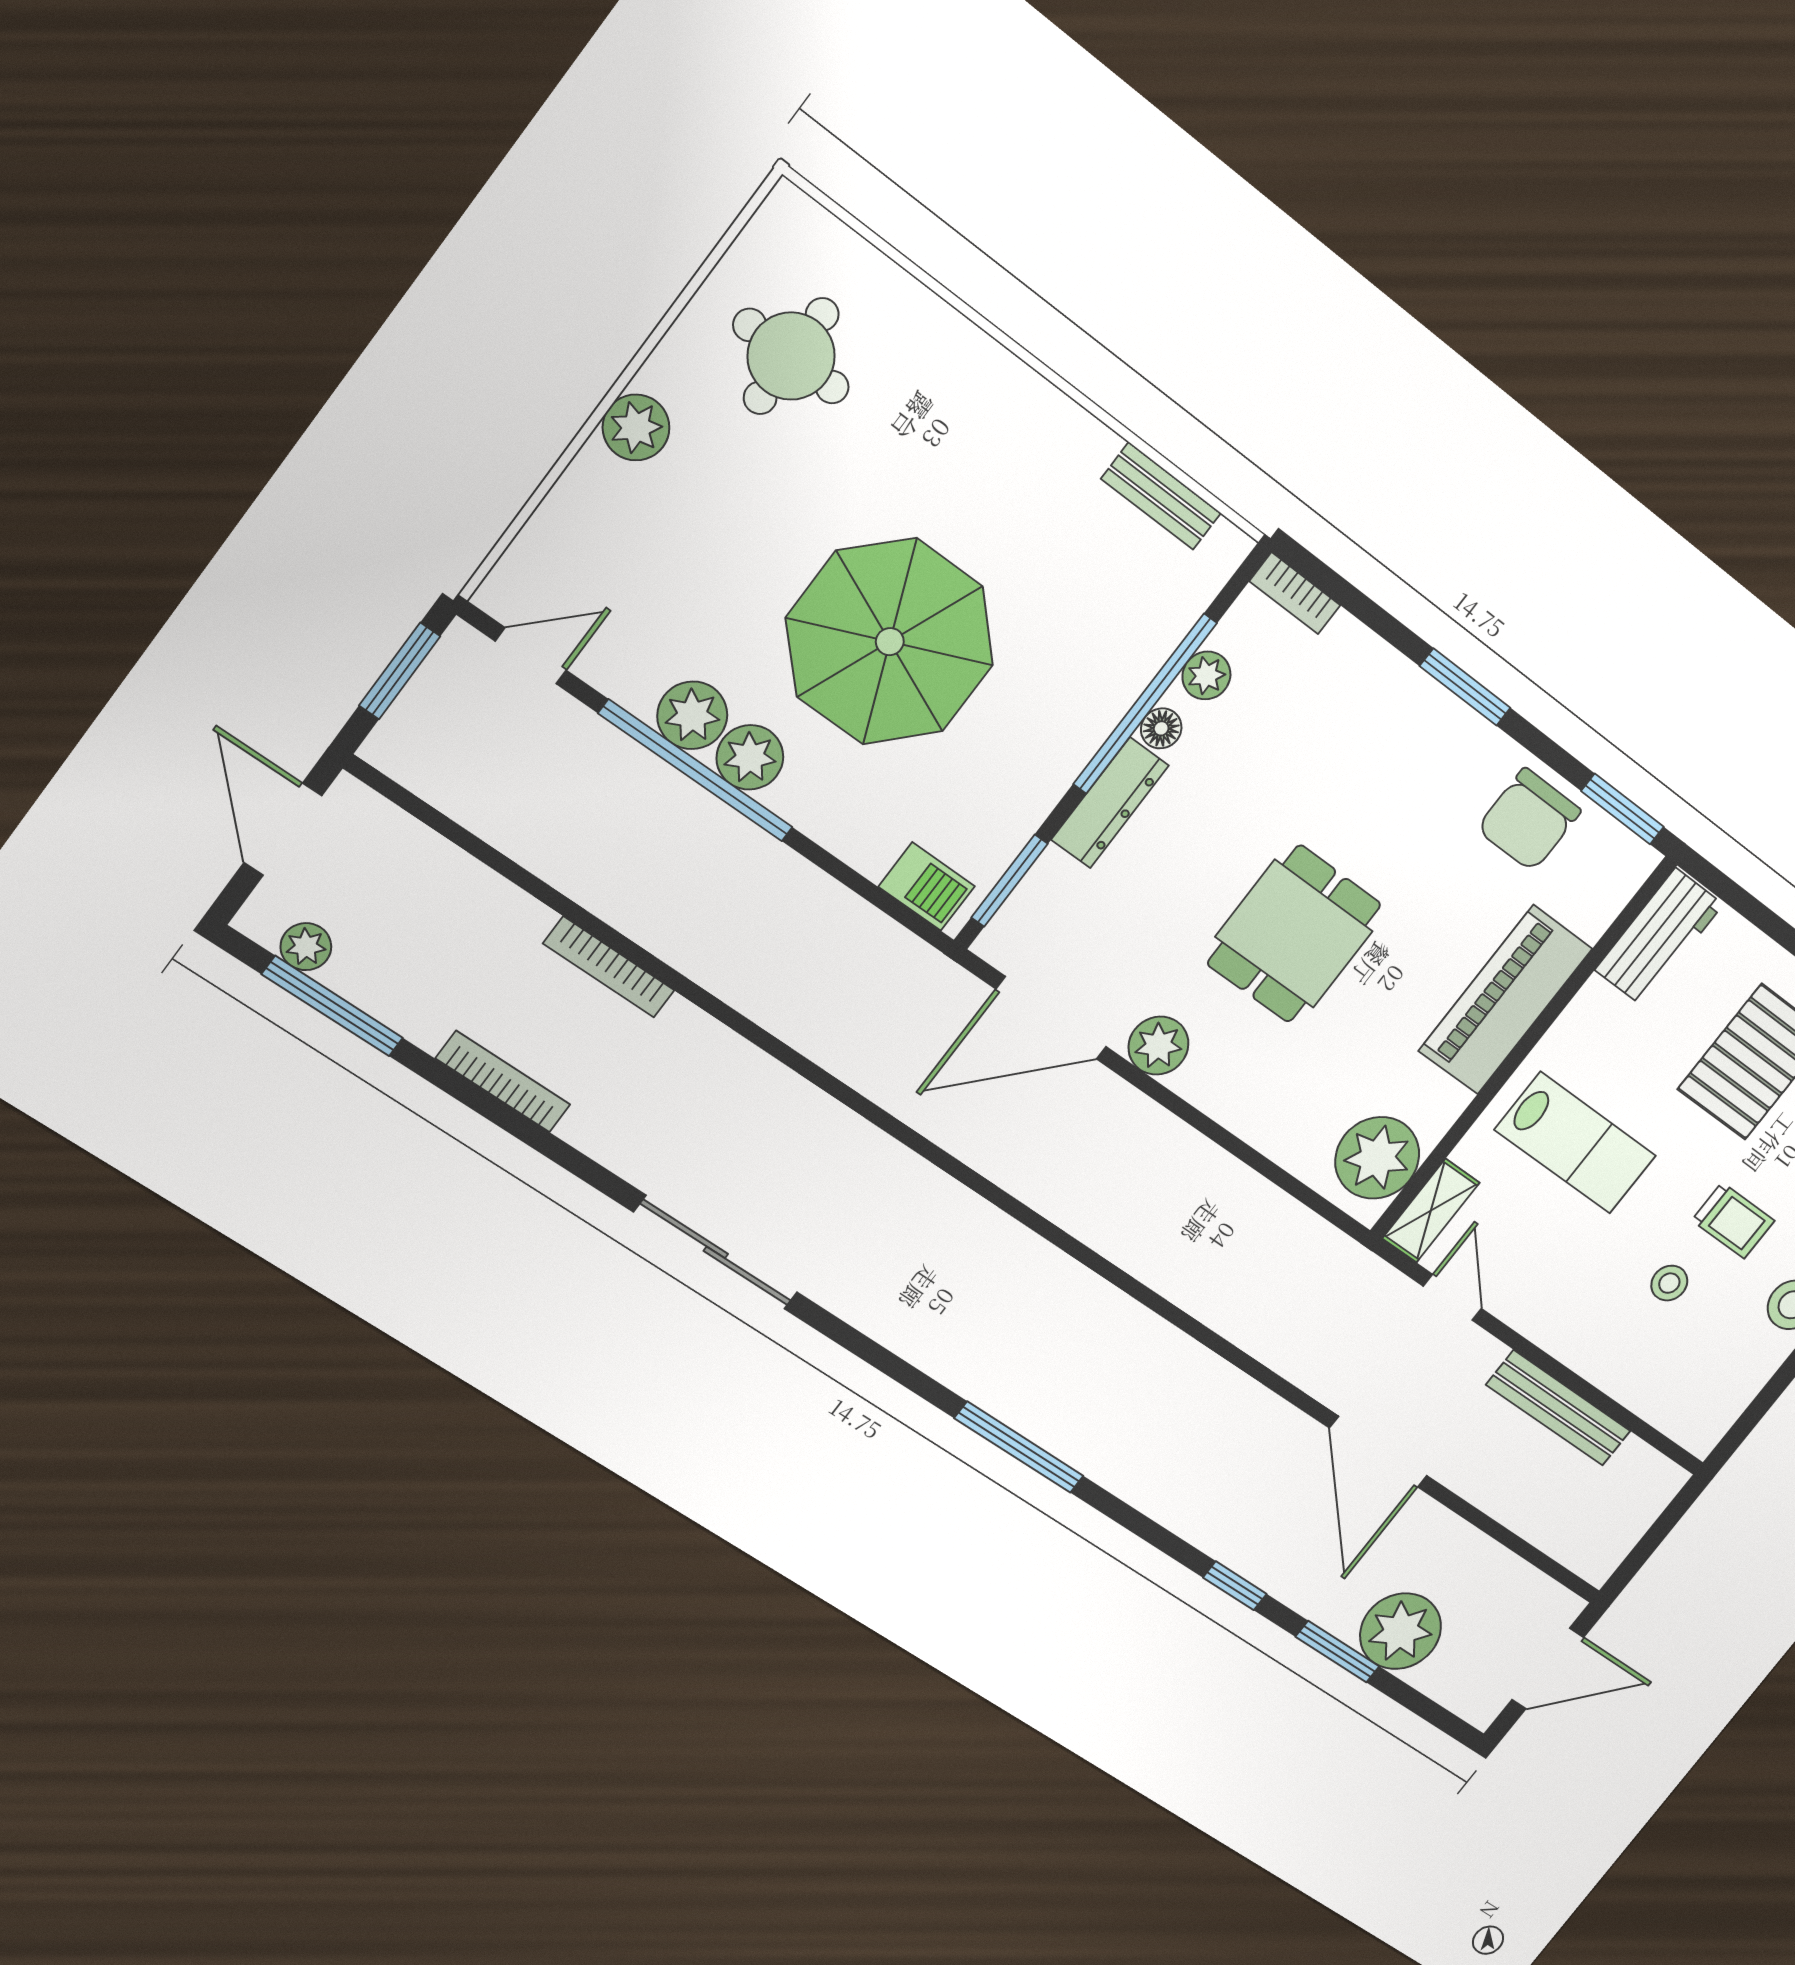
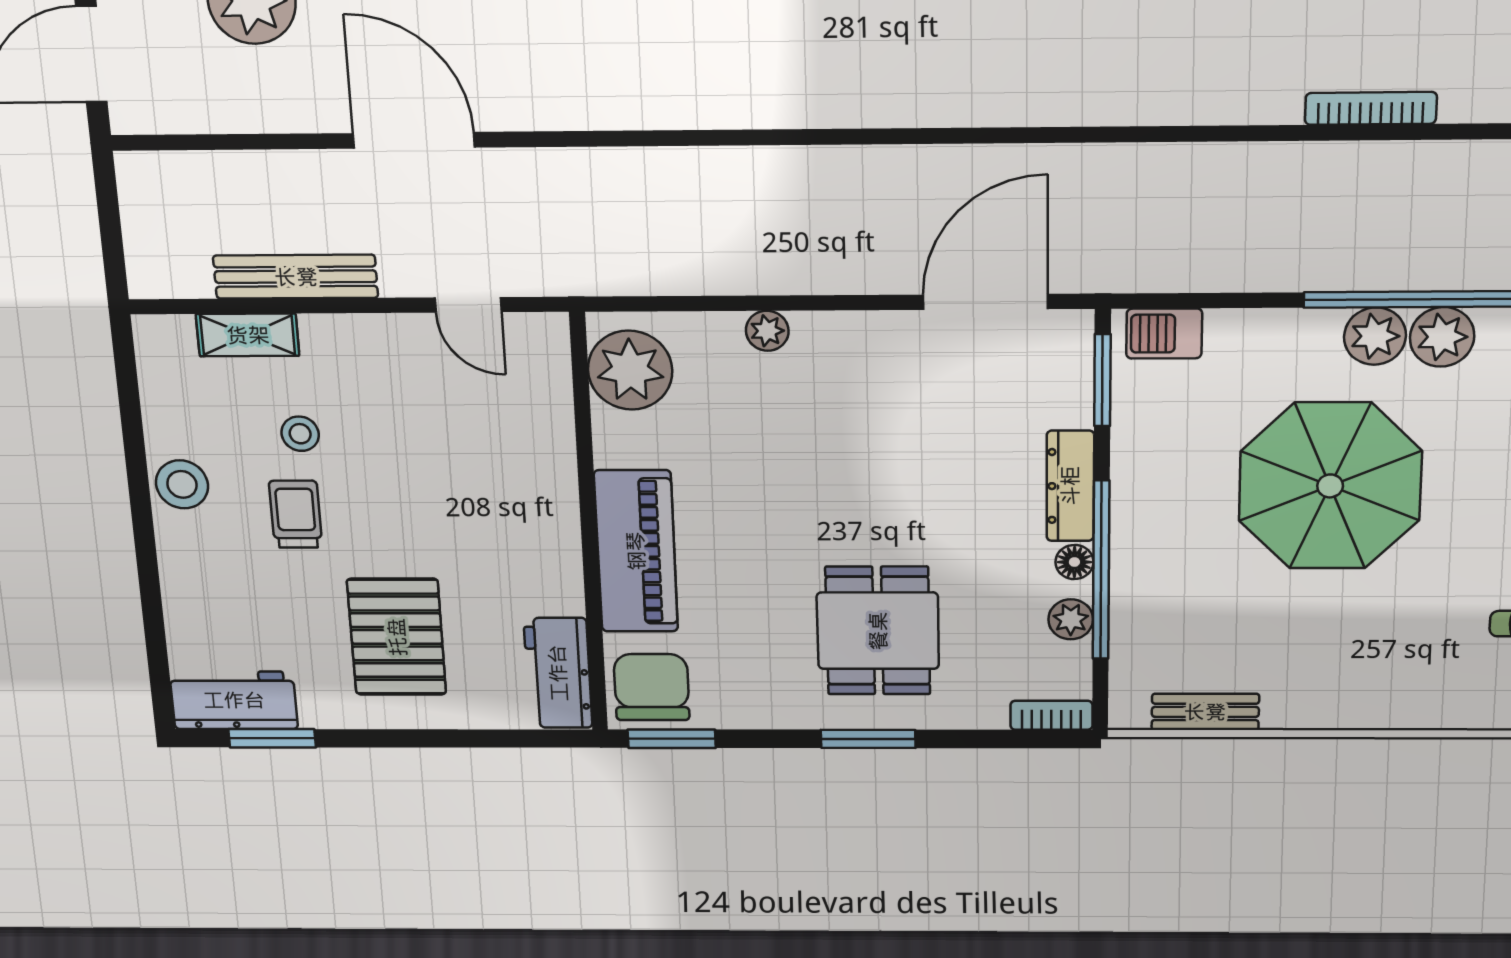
chair: (1529, 820) -> (652, 687), moved
dining table: (1294, 934) -> (878, 631), moved
plant: (1158, 1046) -> (767, 331), moved, width x0.73, depth x0.73
lab bench: (1575, 1143) -> (480, 487), removed
shelving: (1431, 1211) -> (248, 335), moved, turned 90
trolley: (1733, 1221) -> (296, 514), turned 90

